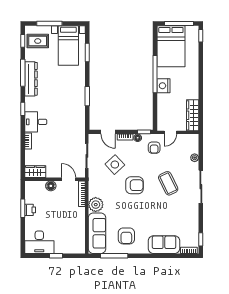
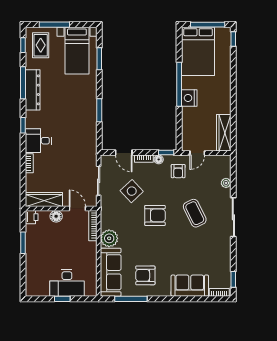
rug: (38, 41) -> (41, 45), turned 90
wardrobe: (35, 172) -> (44, 199), width x1.50
printer: (30, 210) -> (32, 217), moved
armchair: (126, 236) -> (145, 275), turned 90
desk: (39, 242) -> (67, 283), moved

